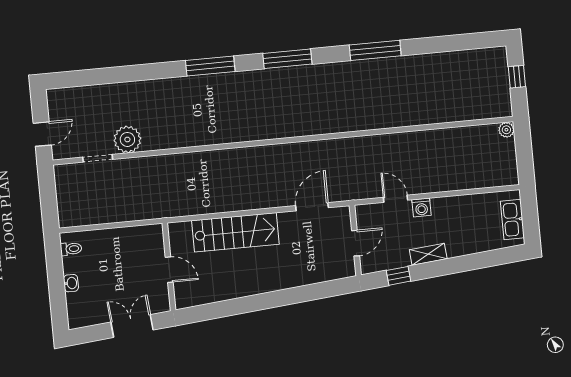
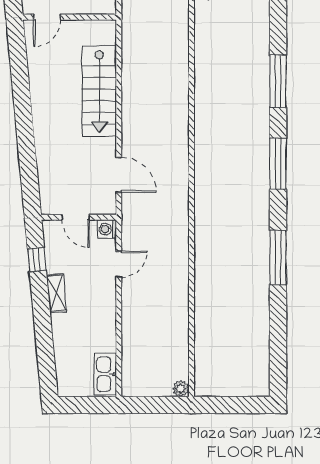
window: (517, 77) -> (236, 405), removed
washing machine: (421, 207) -> (107, 229), moved
kitchen sink: (512, 220) -> (105, 374), moved, turned -90
door: (169, 270) -> (47, 17), moved

